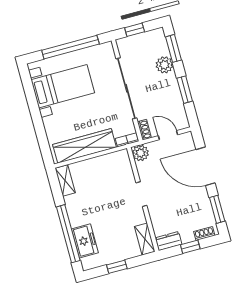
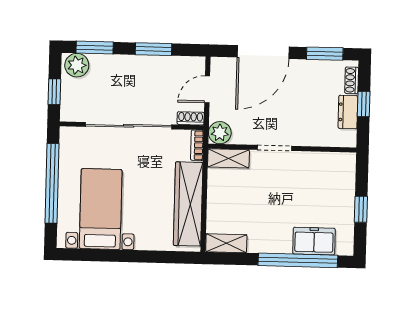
plant: (164, 65) -> (77, 65), moved
shelving: (145, 239) -> (228, 158), moved
dresser: (169, 241) -> (348, 112), moved

